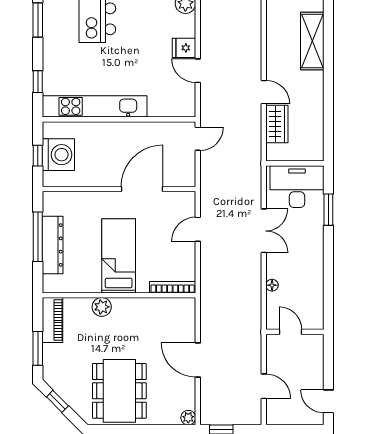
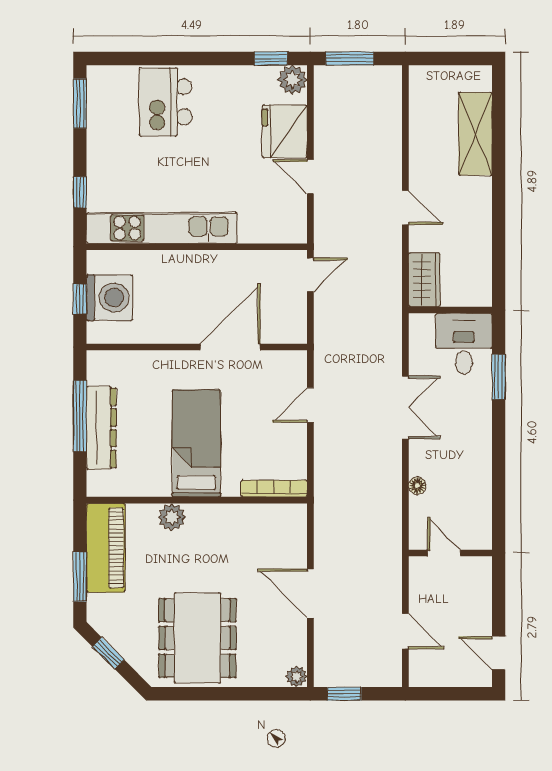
fridge: (184, 48) -> (285, 131), width x1.88, depth x1.34
wardrobe: (277, 124) -> (424, 280), moved
desk: (297, 187) -> (464, 344), width x0.73
piano: (53, 320) -> (106, 548), width x1.37, depth x1.33

